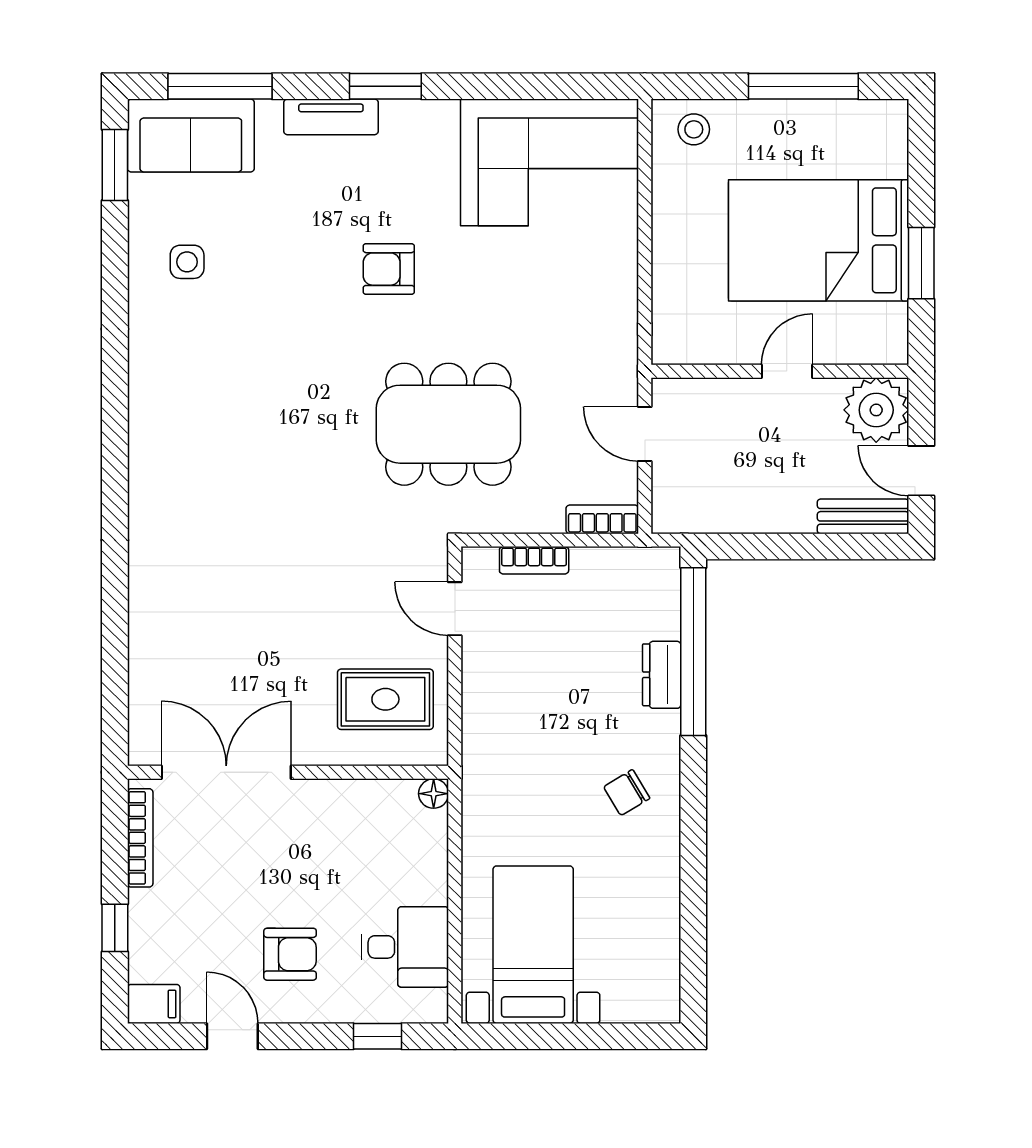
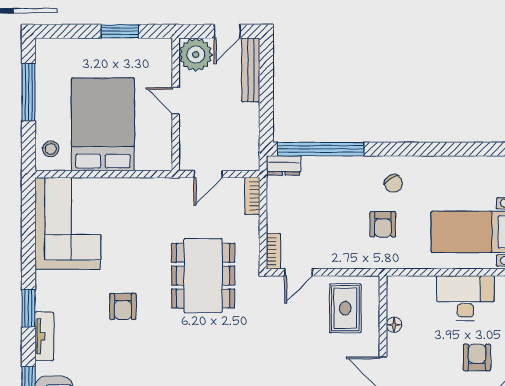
bed: (819, 240) -> (103, 124), moved, turned 180
bench: (863, 516) -> (251, 70), width x1.36
bookcase: (534, 560) -> (273, 251), moved
dresser: (662, 675) -> (284, 165), moved
armchair: (548, 772) -> (383, 224), added
floor lamp: (434, 794) -> (394, 325), moved
desk: (405, 947) -> (465, 298), width x1.37

